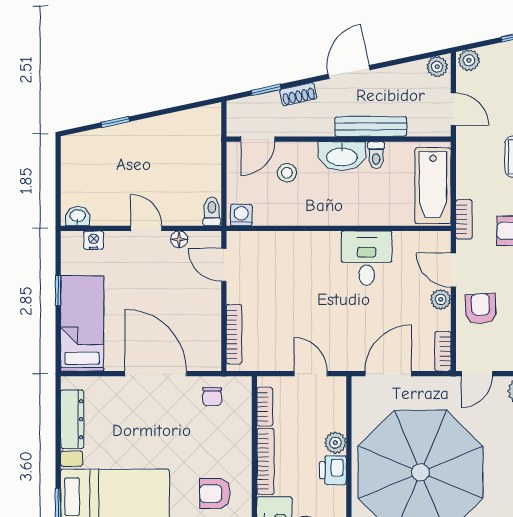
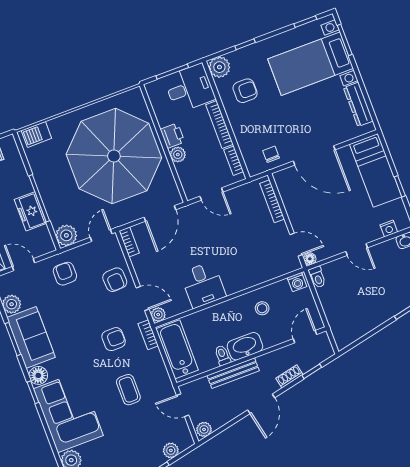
plant: (469, 60) -> (171, 450), moved
stool: (287, 173) -> (262, 308), moved
floor lamp: (179, 239) -> (310, 259), moved
plant: (441, 299) -> (158, 315), moved

